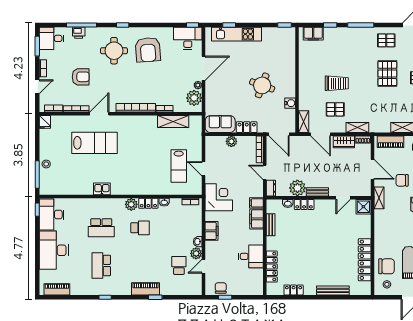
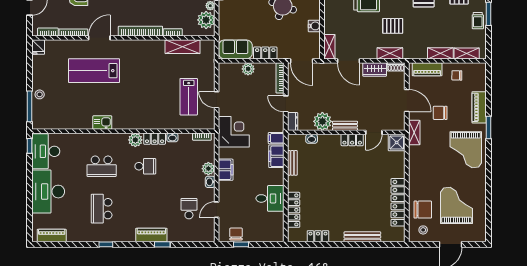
pallet: (335, 109) -> (393, 26), moved
lab bench: (95, 143) -> (94, 71), turned 180
locker: (304, 204) -> (352, 140), moved
plant: (196, 253) -> (208, 169), moved

